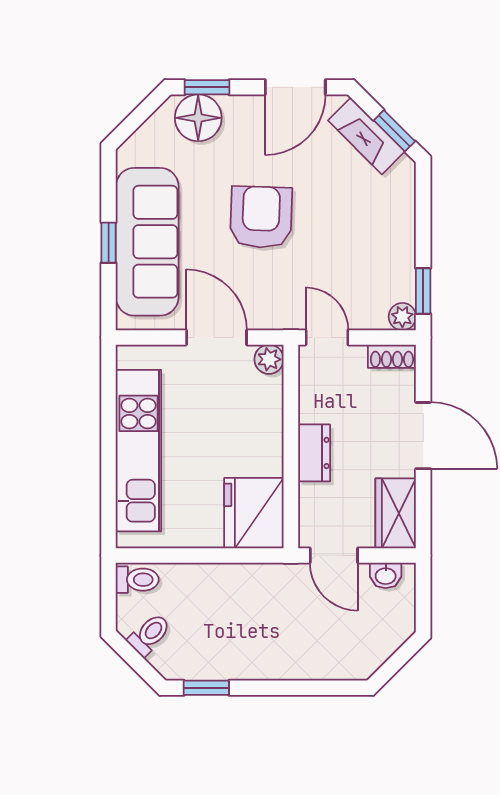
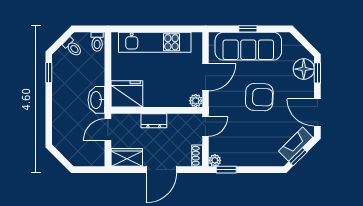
washbasin: (386, 575) -> (96, 100), moved, width x1.91, depth x1.45

